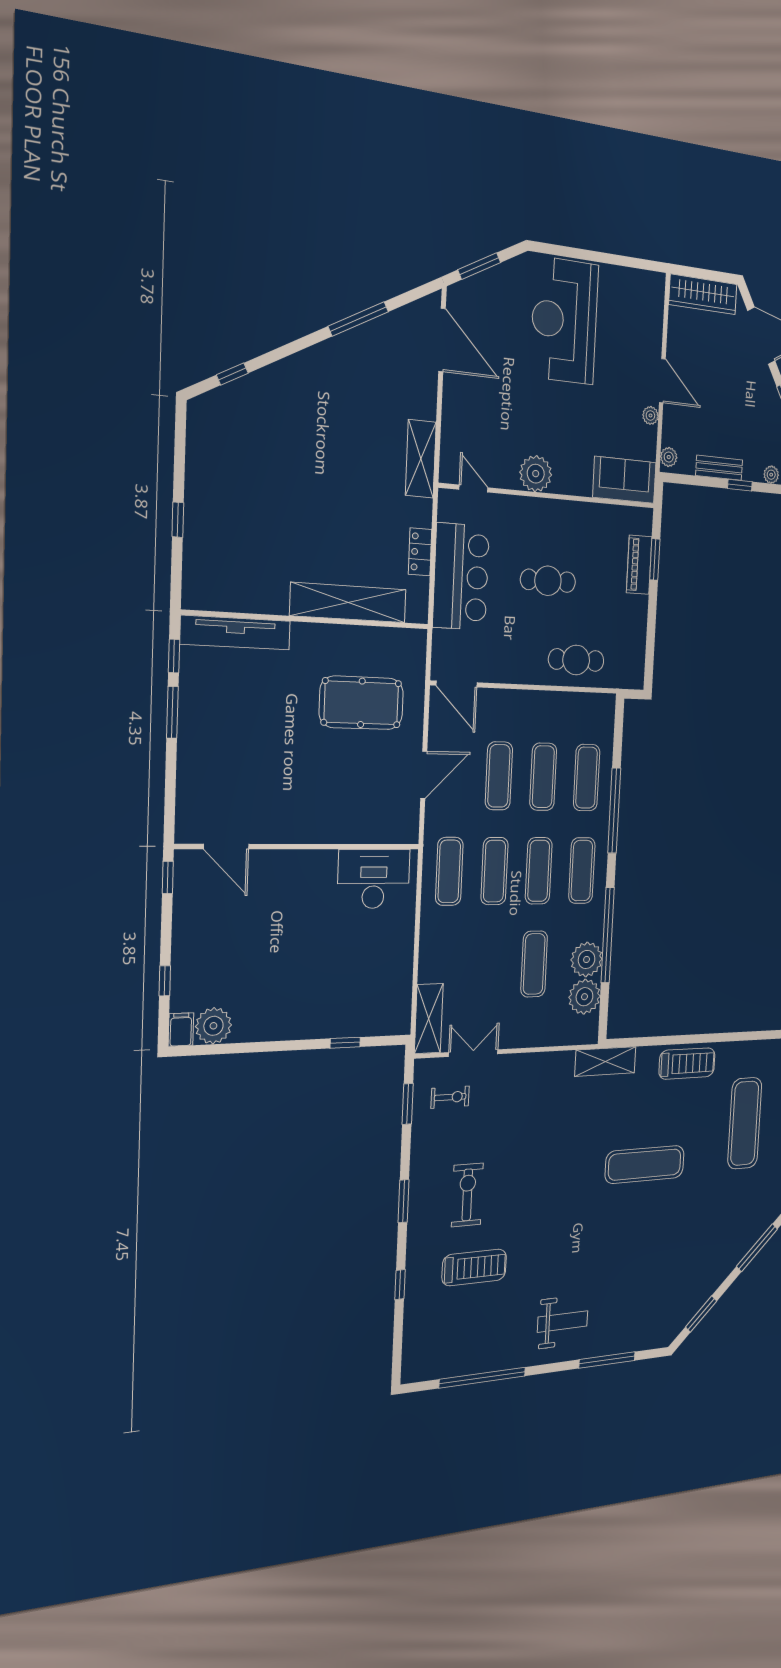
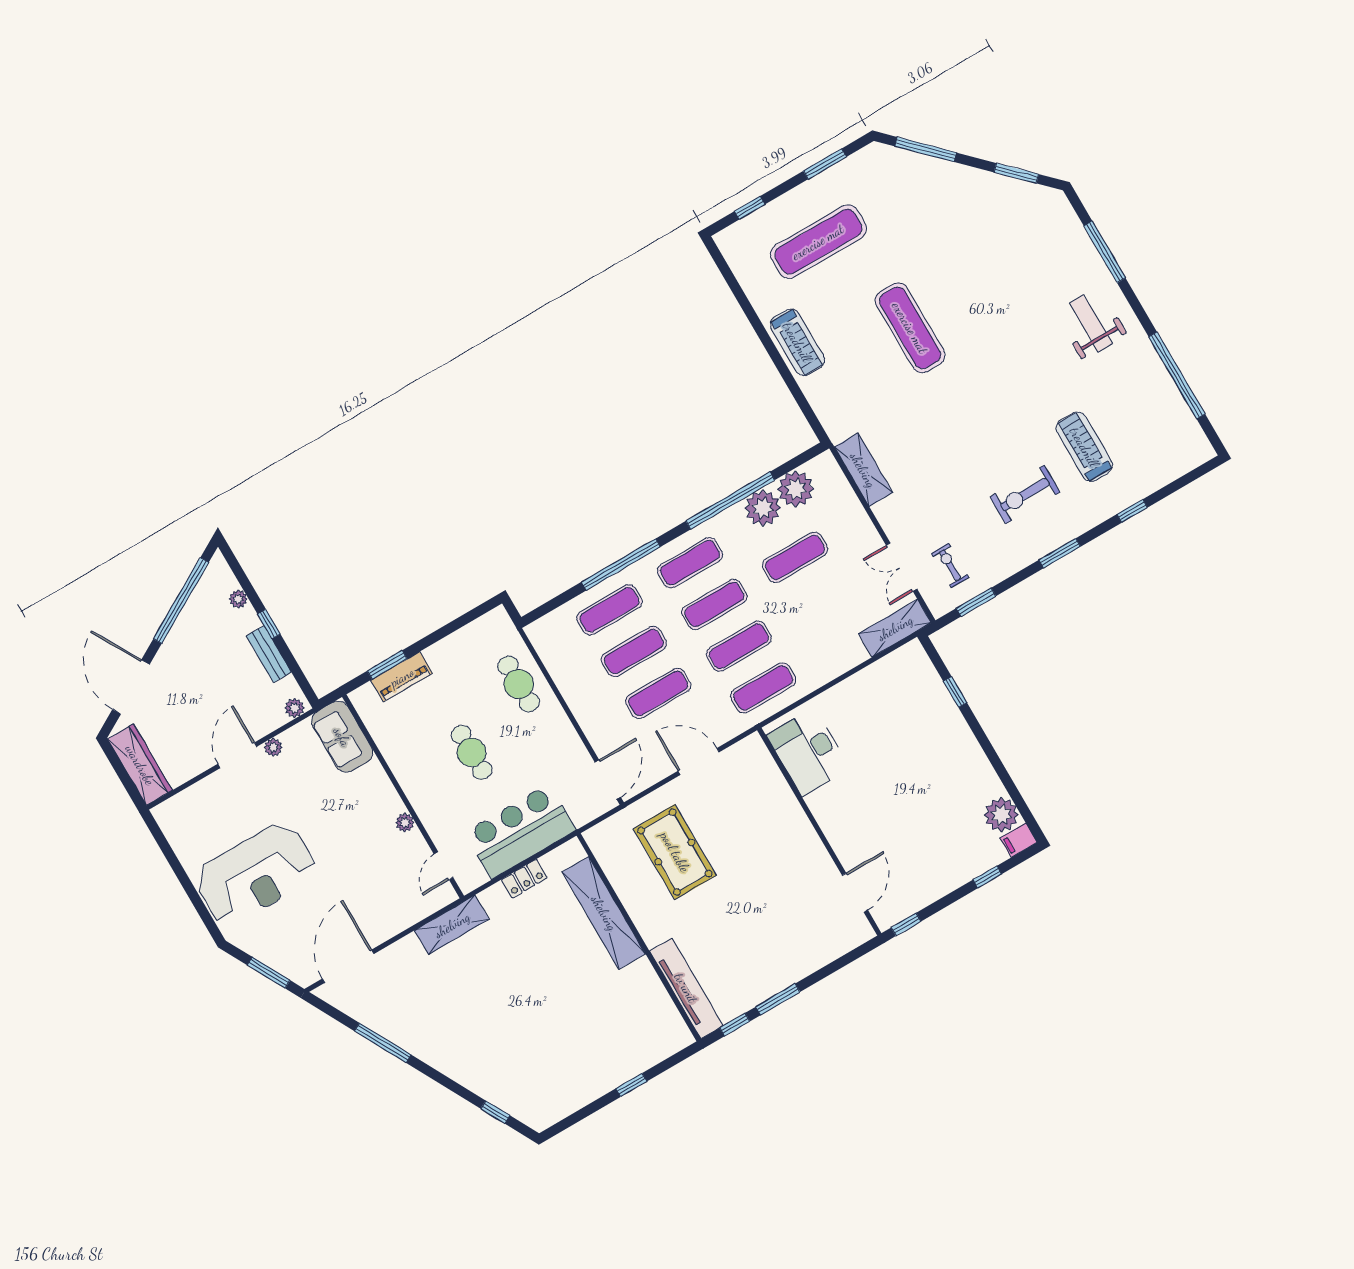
plant: (536, 474) -> (405, 823), width x0.53, depth x0.53
shelving: (605, 1062) -> (863, 470), moved
treadmill: (687, 1064) -> (797, 342), turned 180

